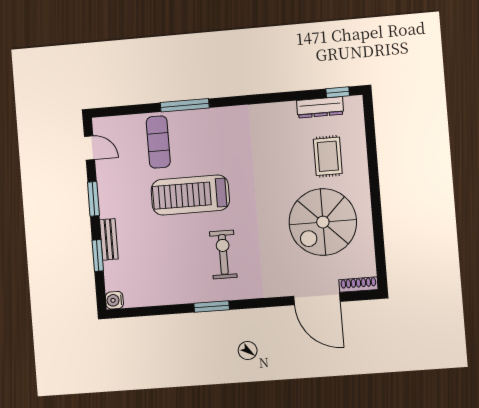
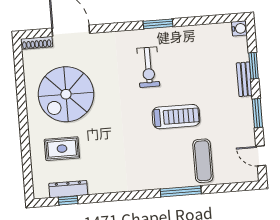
window: (338, 92) -> (68, 200), moved
rug: (328, 156) -> (62, 149), turned 90
treadmill: (190, 195) -> (176, 117), width x0.73, depth x0.73
spiral stairs: (323, 222) -> (66, 94), turned 180

